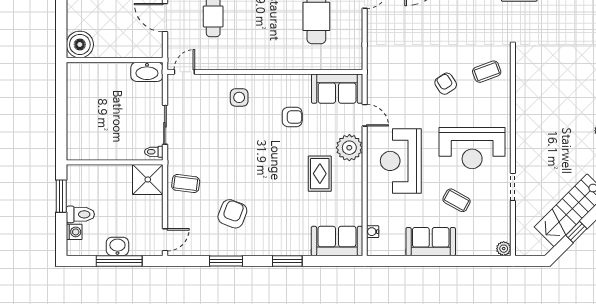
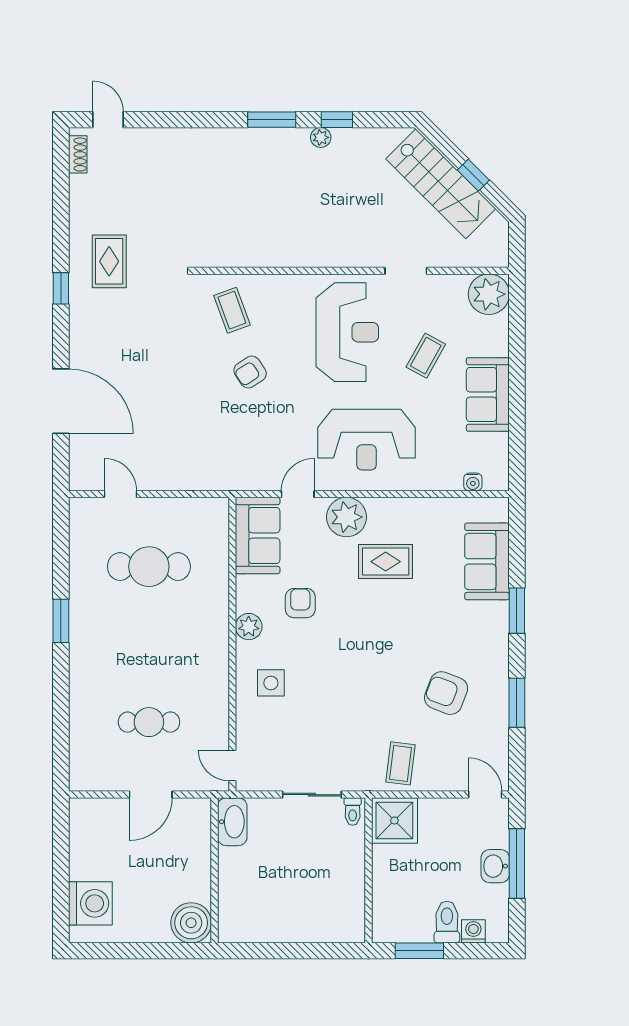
plant: (277, 83) -> (249, 627), added
sofa: (337, 241) -> (487, 561), moved
plant: (504, 249) -> (489, 294), width x1.88, depth x1.88

